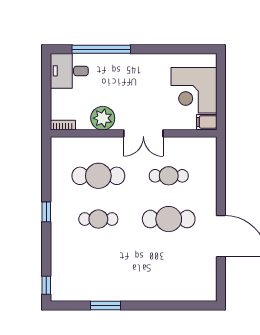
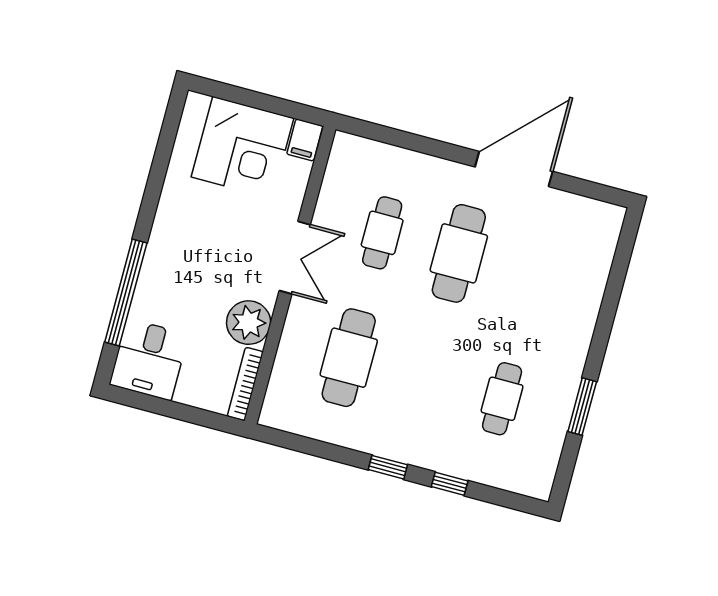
bookcase: (63, 125) -> (245, 384), width x1.56
cafe table: (98, 219) -> (502, 399), moved
window: (46, 285) -> (450, 484), moved

